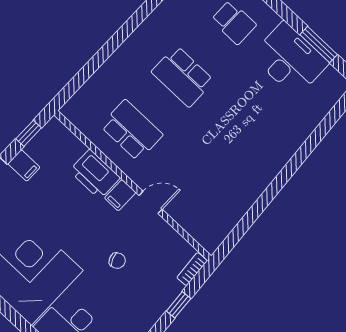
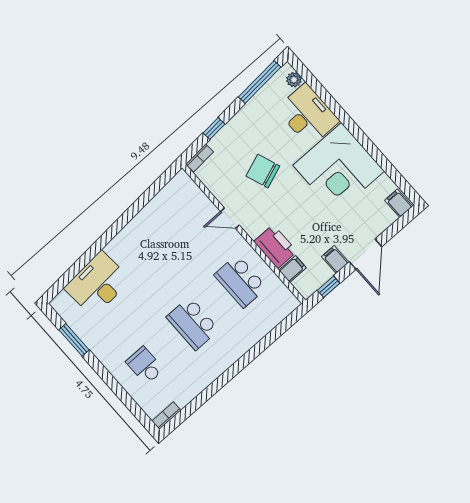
desk: (290, 59) -> (98, 284), moved, turned 86
school desk: (183, 76) -> (193, 323), turned 180
filing cabinet: (120, 195) -> (292, 269), moved
chair: (117, 261) -> (263, 171), width x1.87, depth x1.87

